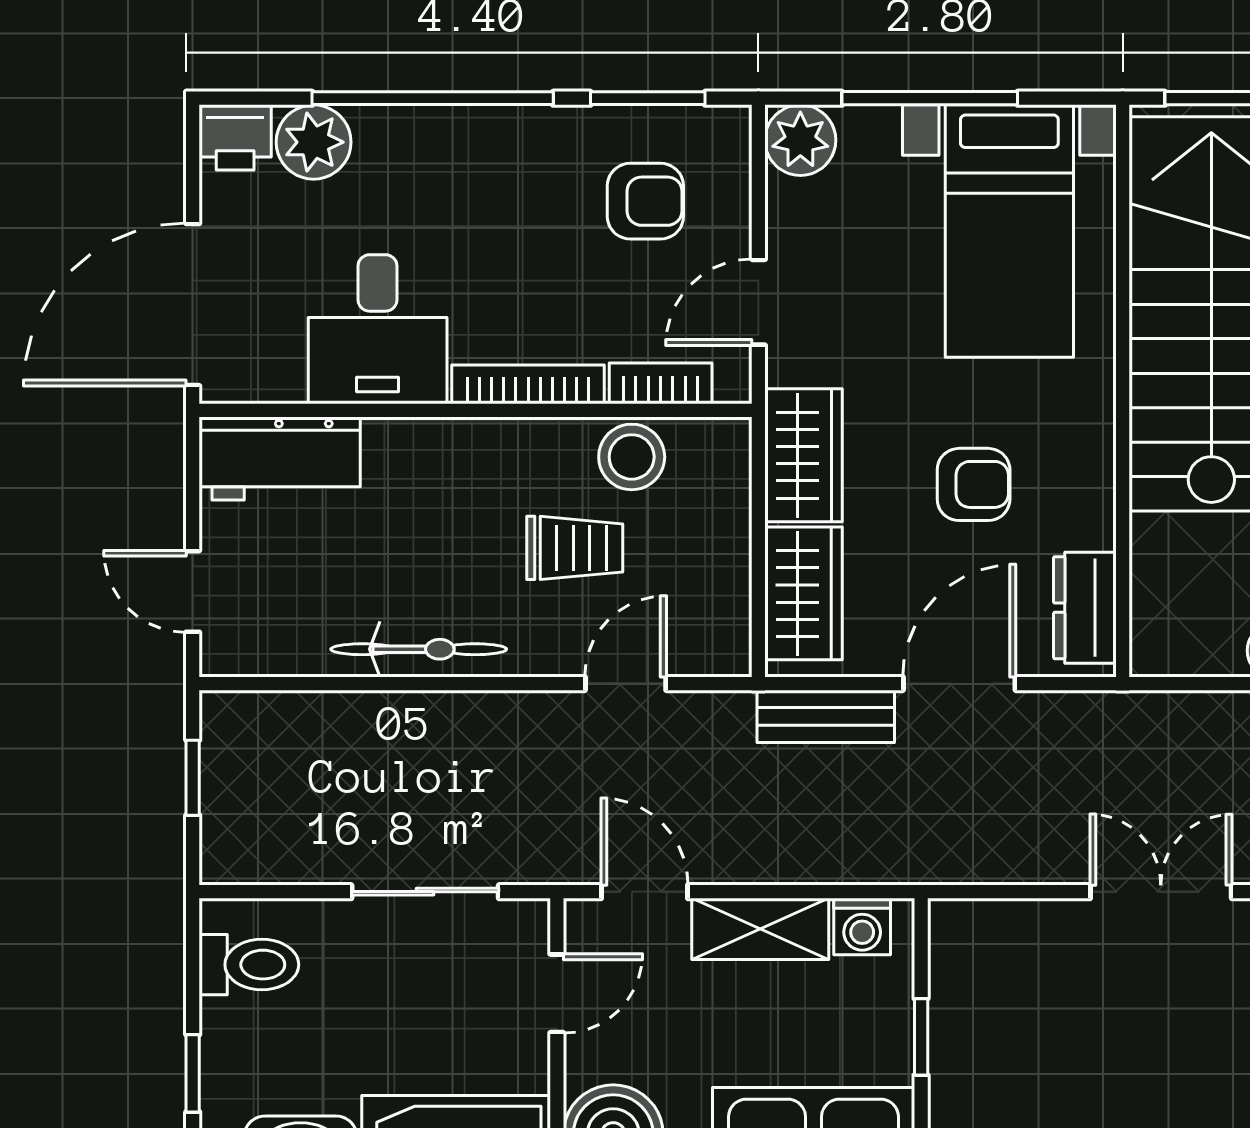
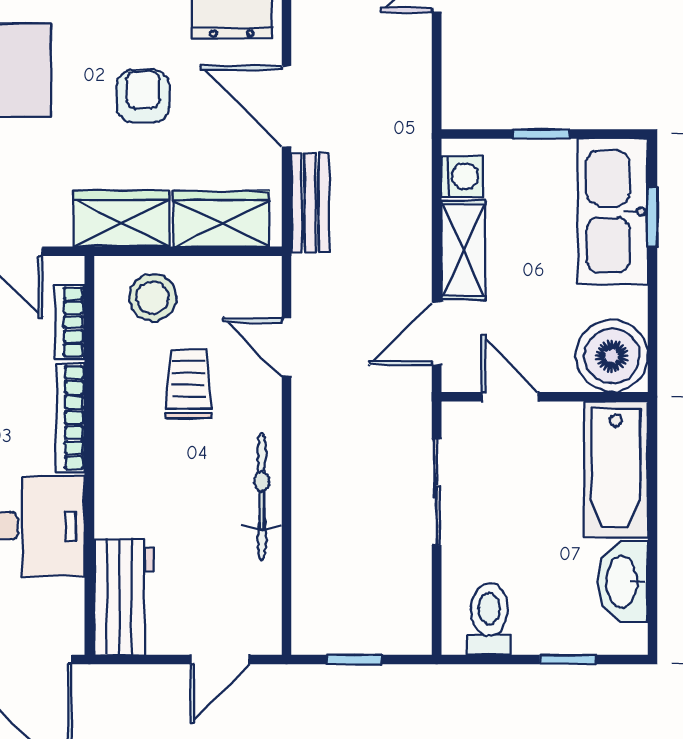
stool: (632, 457) -> (153, 298), moved

